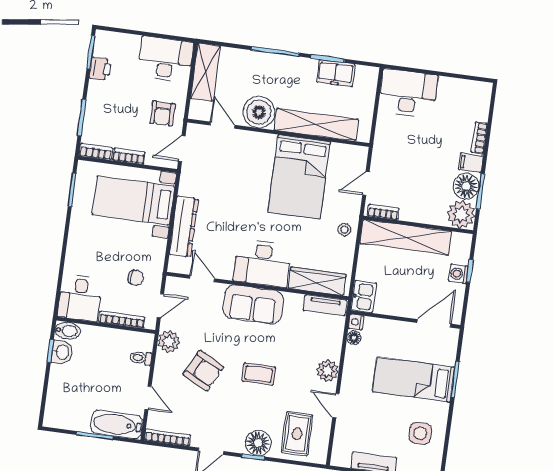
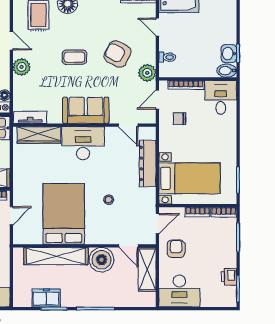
shelving: (205, 72) -> (147, 269), moved
stool: (344, 230) -> (109, 200), moved

